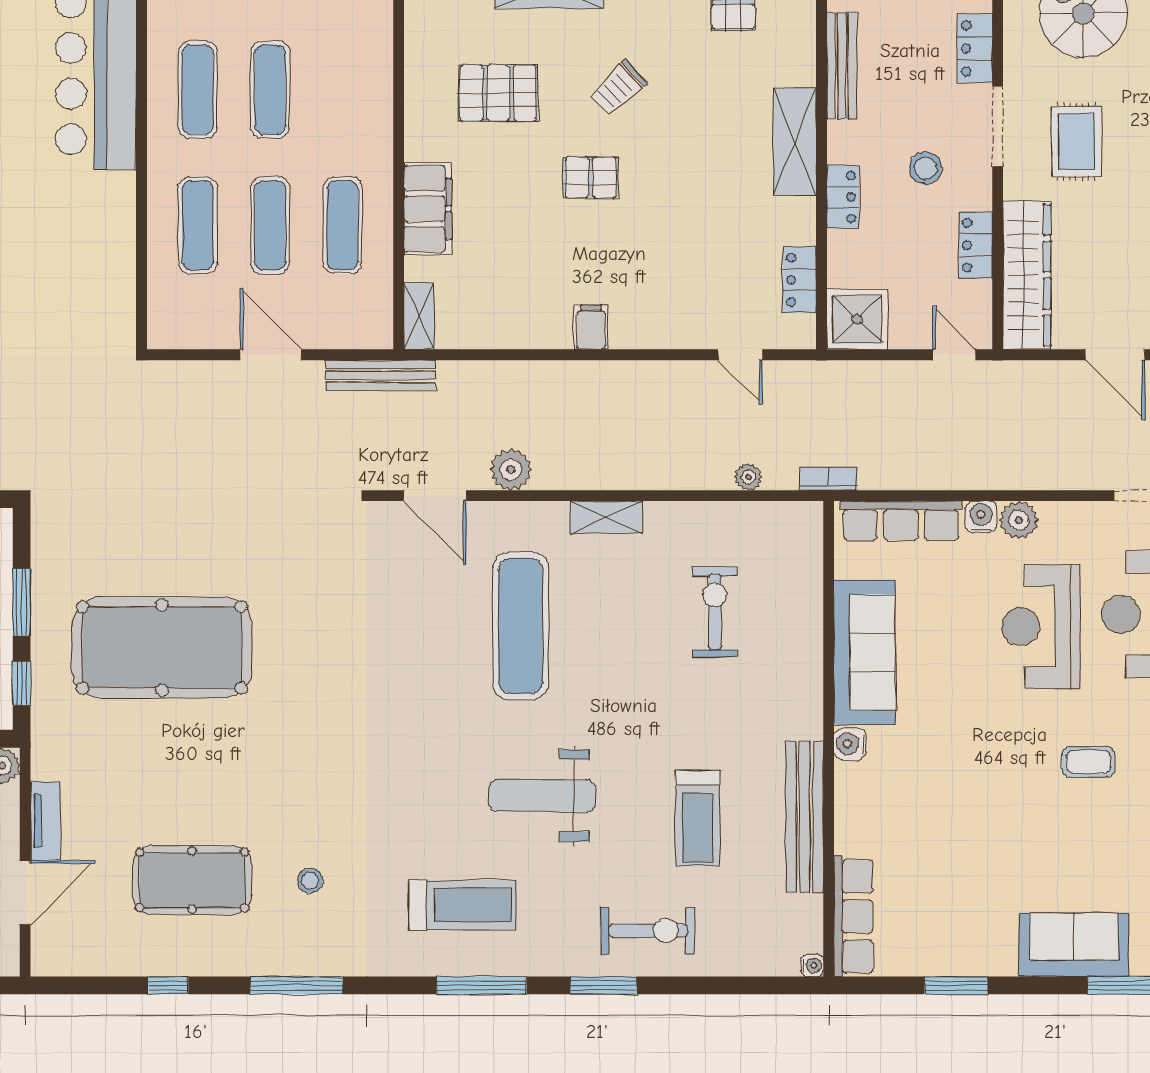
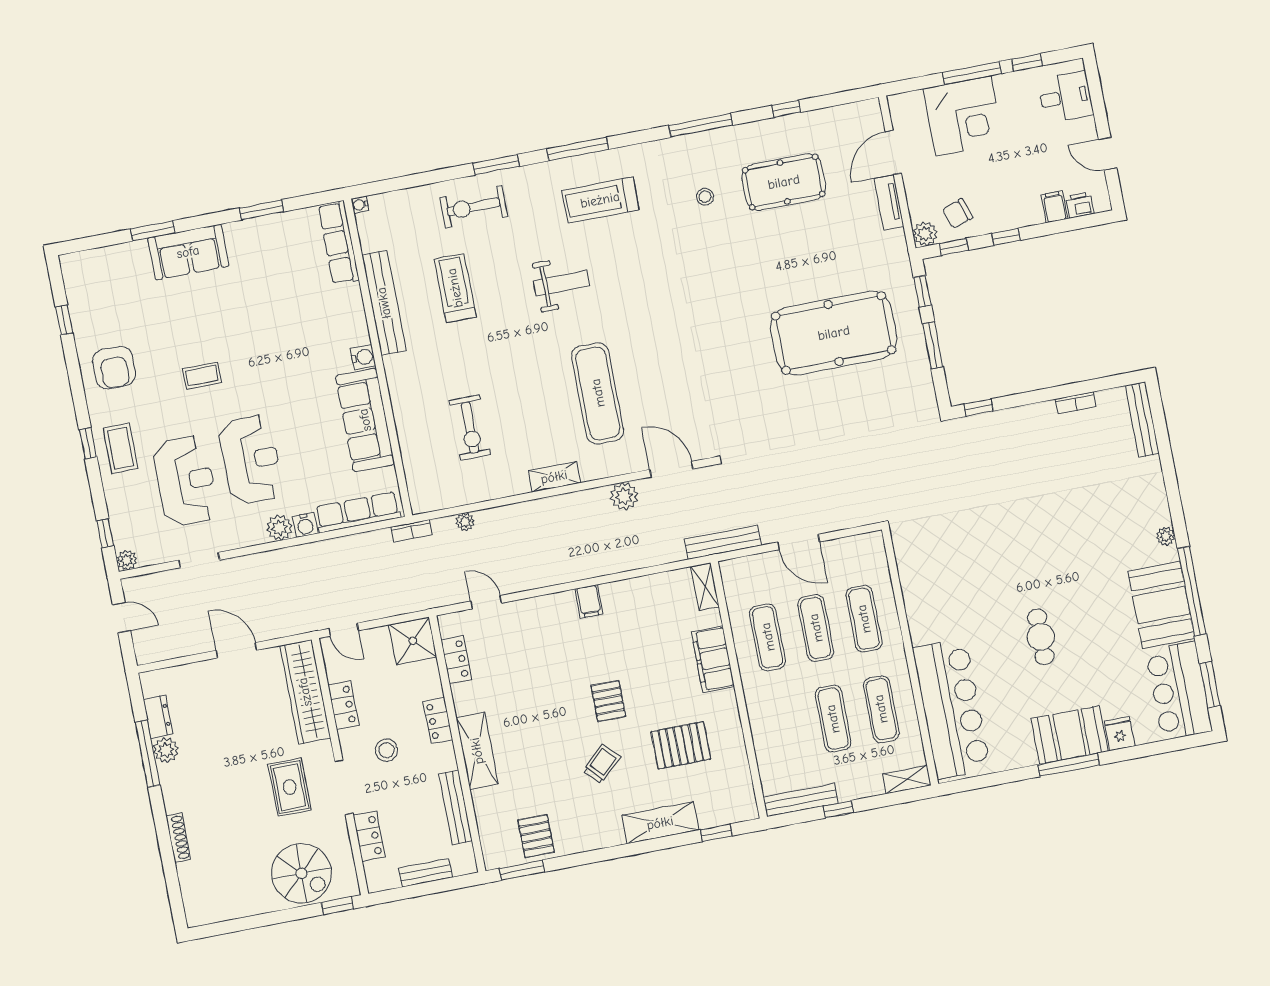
pallet: (591, 177) -> (608, 701), turned 90
weight bench: (542, 796) -> (561, 283), width x0.73, depth x0.75

